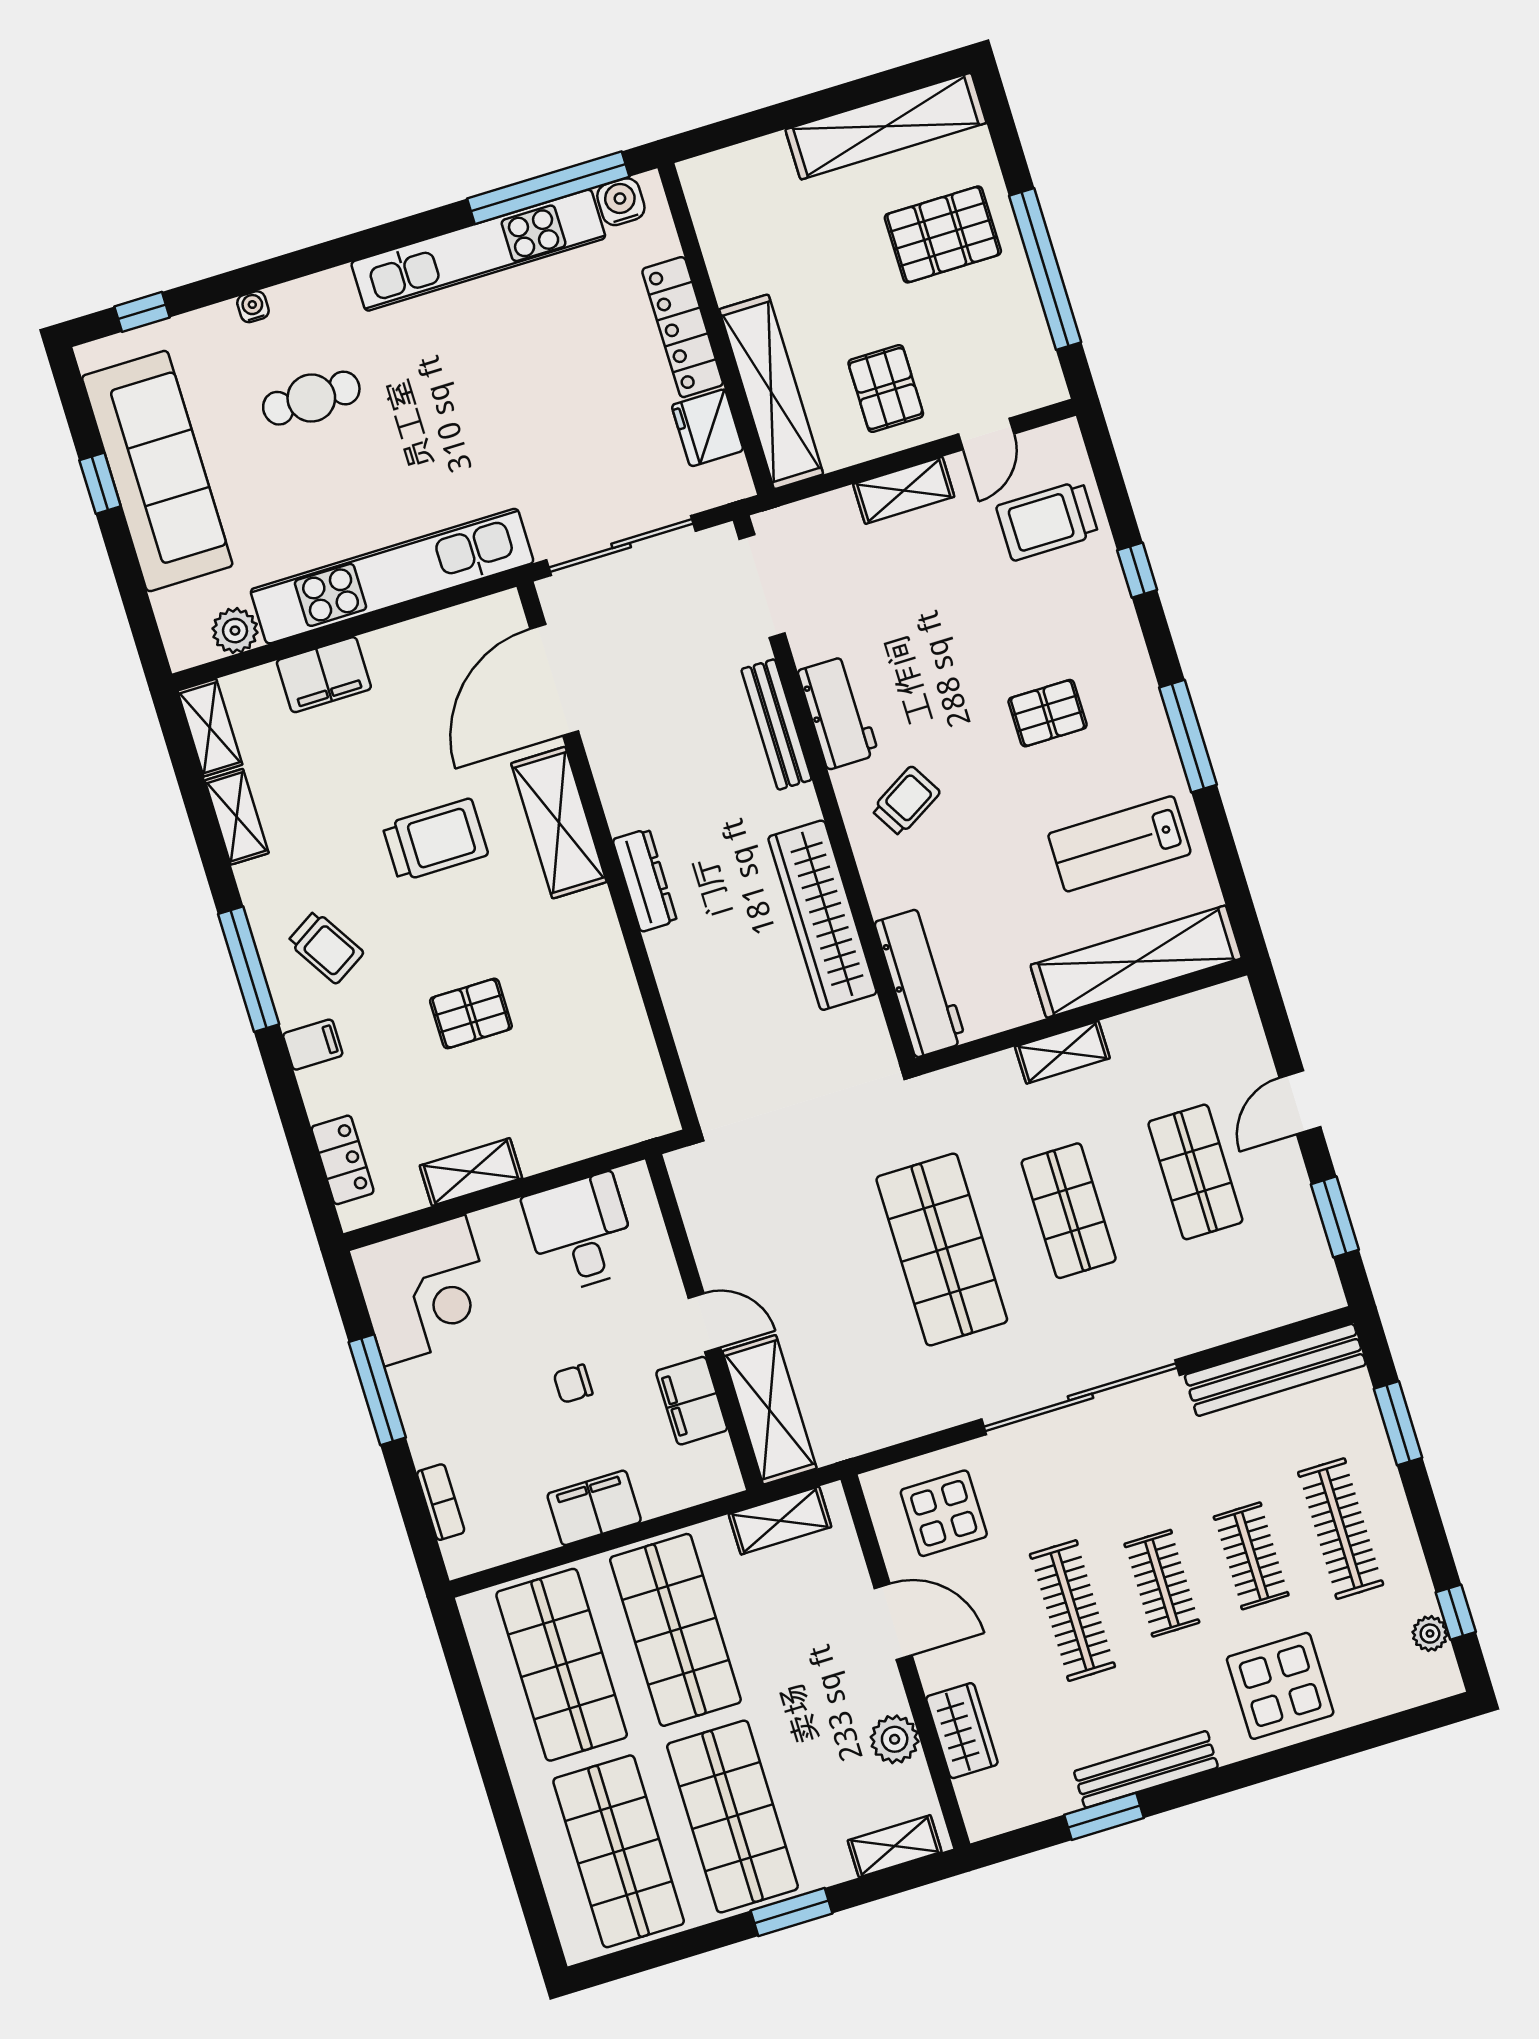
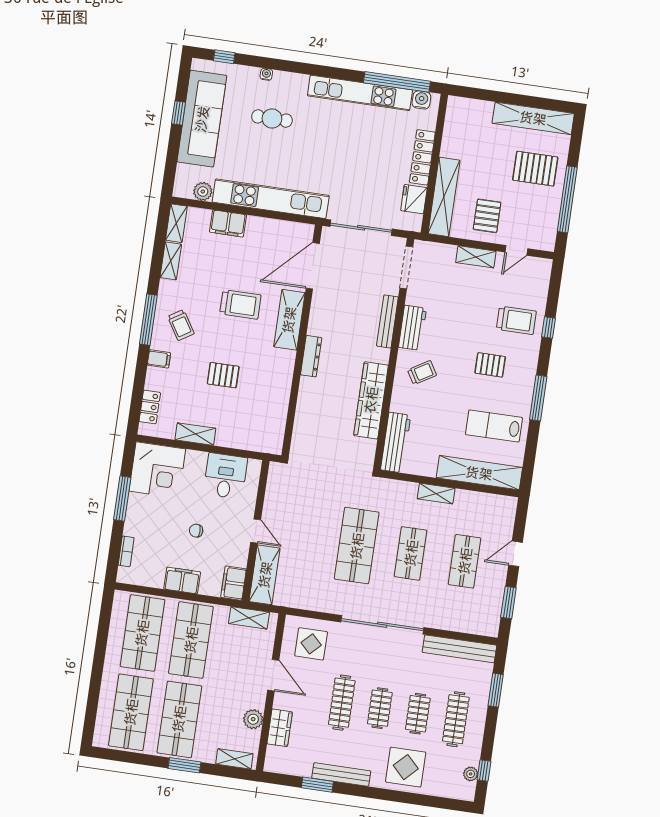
trolley: (1047, 521) -> (516, 320), moved, turned 180
filing cabinet: (692, 1401) -> (234, 583), moved

